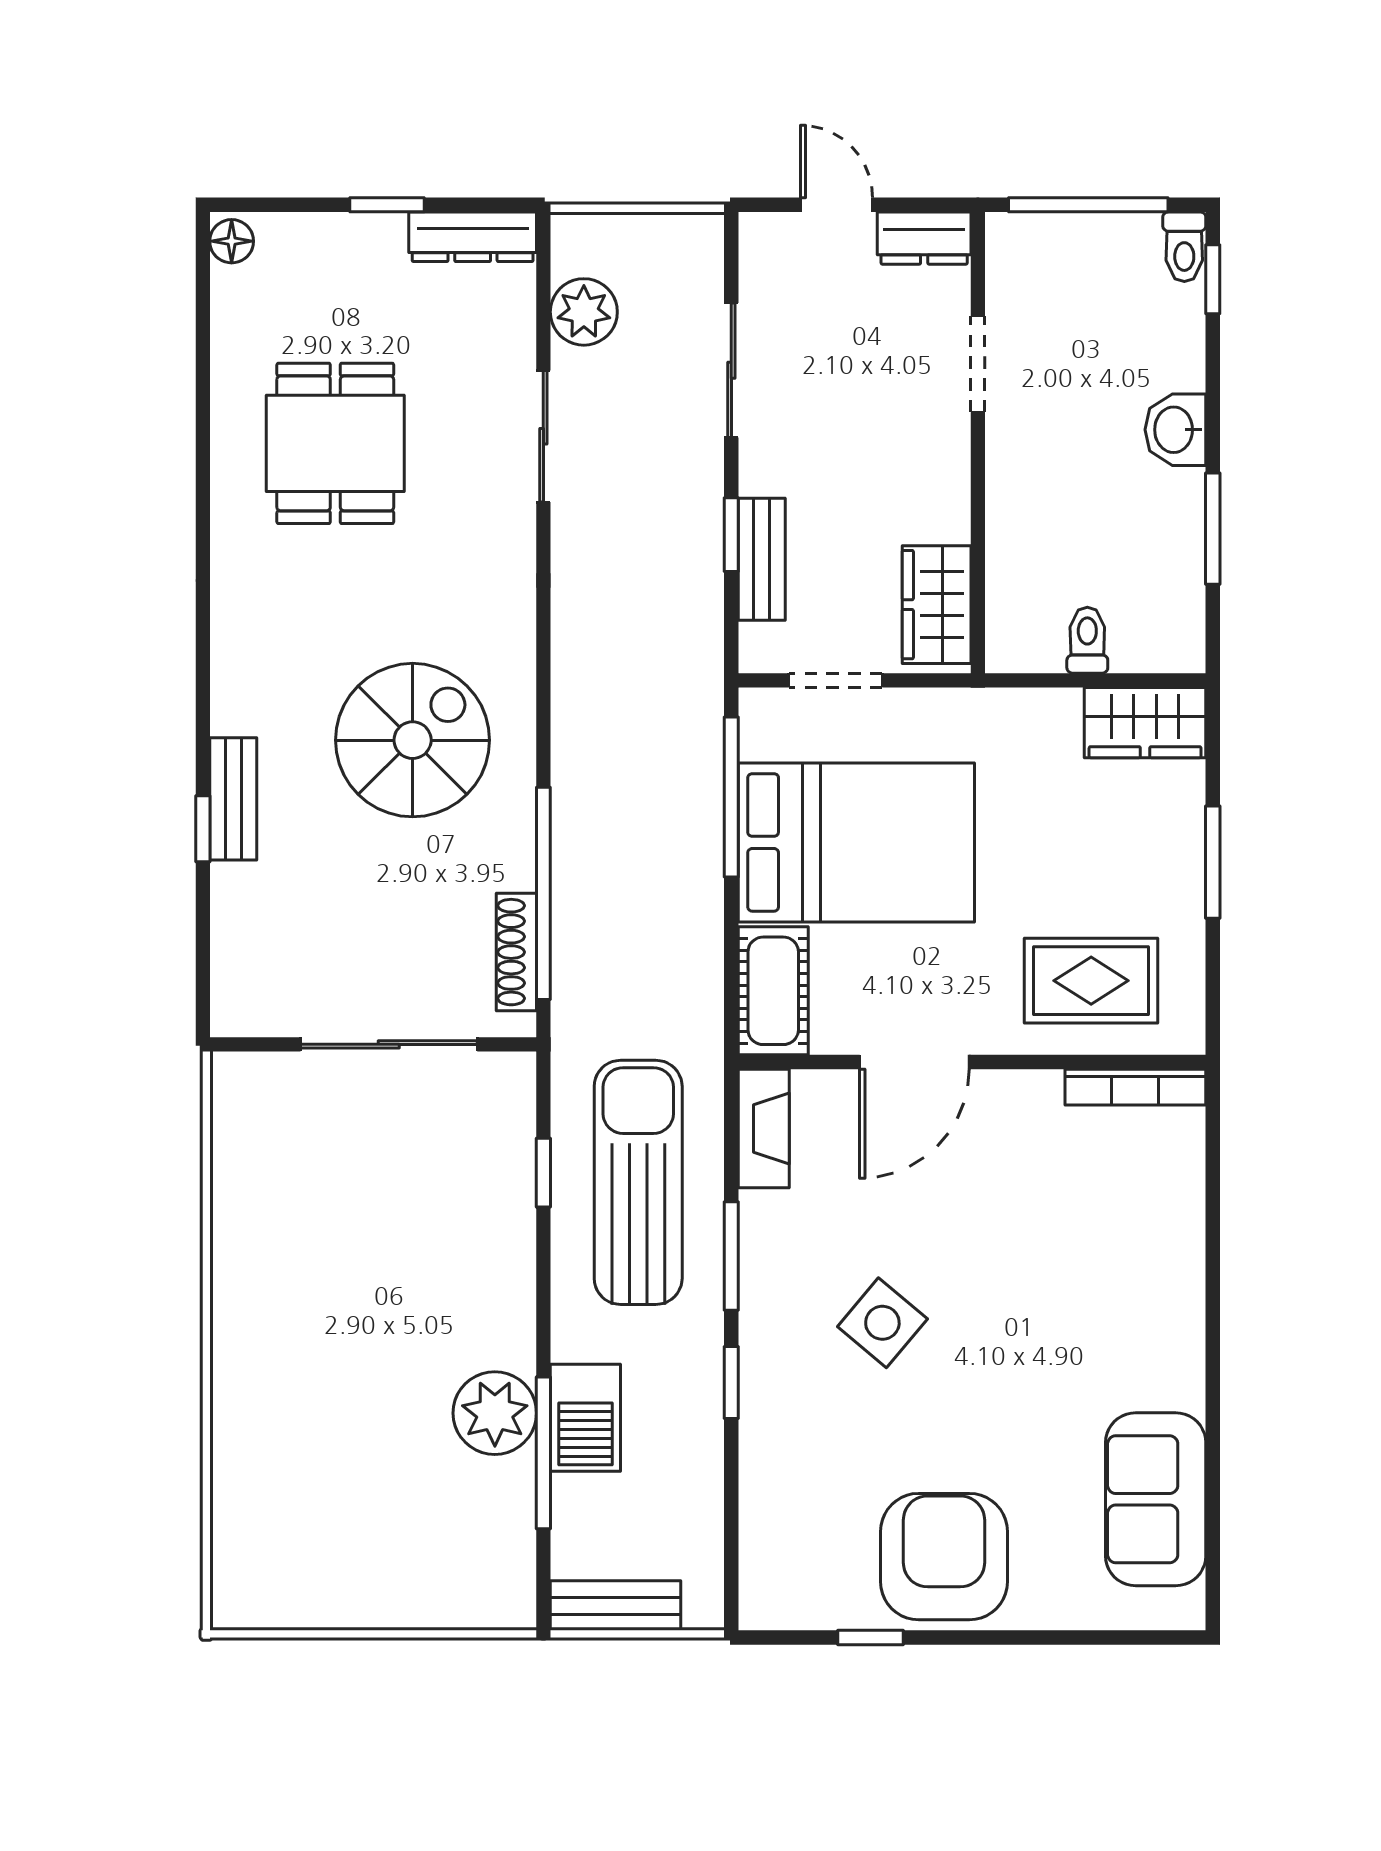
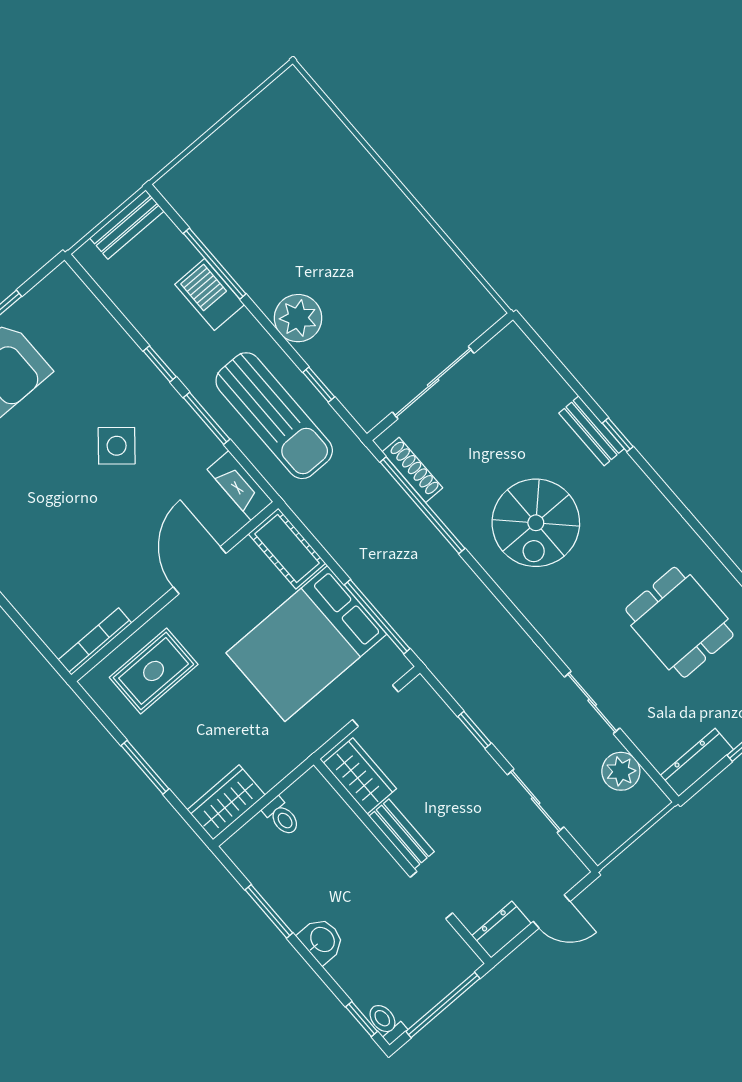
bench: (762, 559) -> (402, 834), moved
window: (203, 829) -> (618, 435), moved
plant: (495, 1413) -> (298, 318), moved

